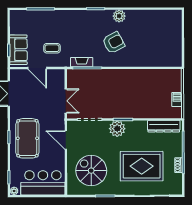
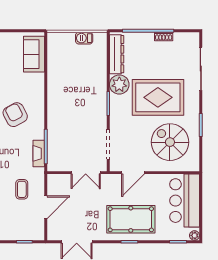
sofa: (18, 50) -> (34, 54), moved, turned -90
double door: (66, 101) -> (86, 173), swing flipped
plant: (117, 129) -> (119, 85), moved
rug: (142, 166) -> (158, 97), moved, turned 90
spiral stairs: (91, 171) -> (170, 142), turned 90

